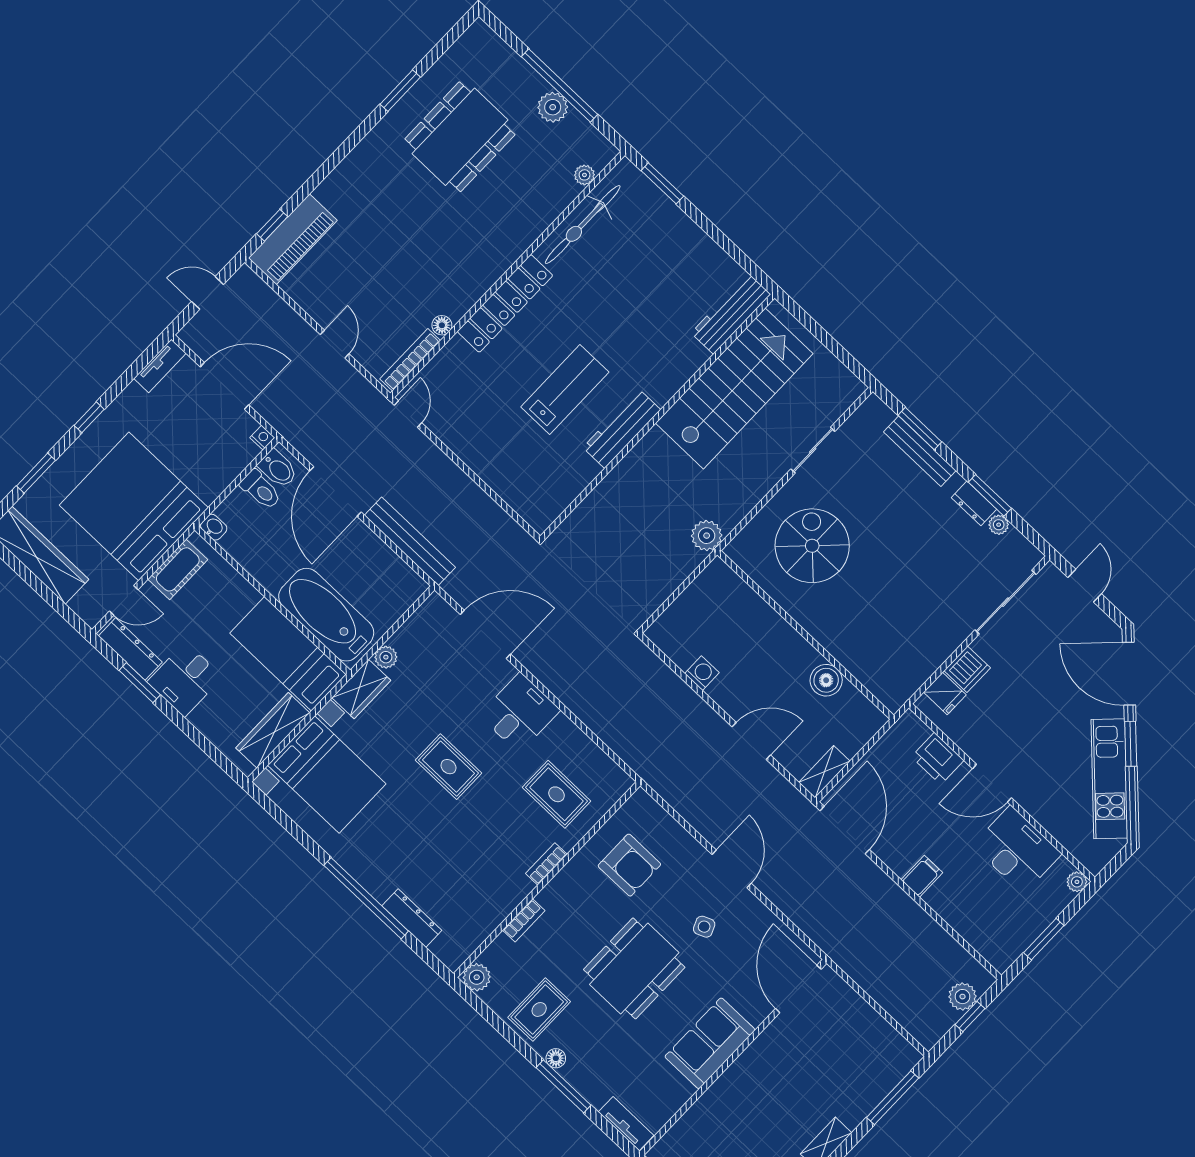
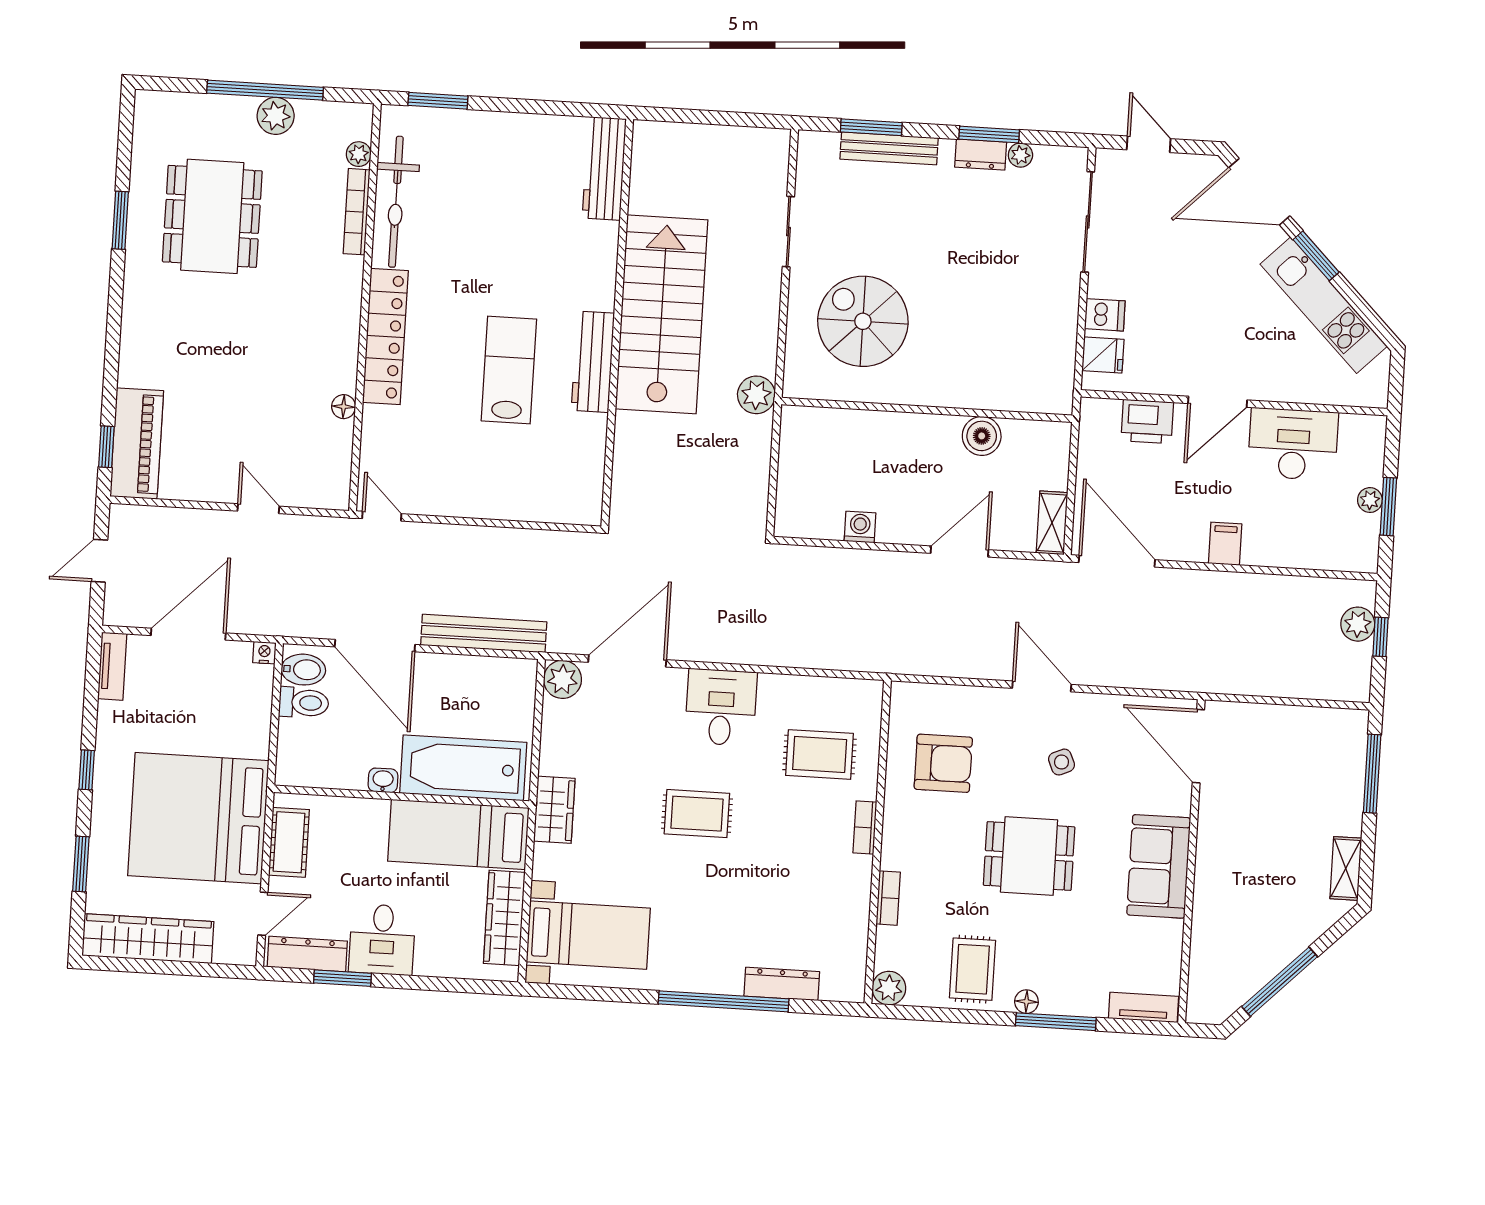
bookcase: (410, 360) -> (357, 212), moved
stairs: (734, 388) -> (662, 314), moved
washbasin: (214, 527) -> (383, 780), moved
plant: (386, 657) -> (562, 679), moved, width x1.38, depth x1.38
dishwasher: (967, 669) -> (1105, 315), width x0.73
bed with nightstands: (327, 775) -> (588, 935), width x0.73
plant: (1077, 882) -> (1370, 500), moved
dining table: (634, 968) -> (1029, 856), width x0.73

